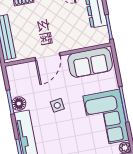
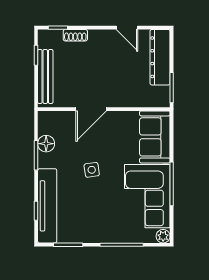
sofa: (90, 62) -> (155, 137), moved, turned 90
floor lamp: (19, 104) -> (46, 144), moved

